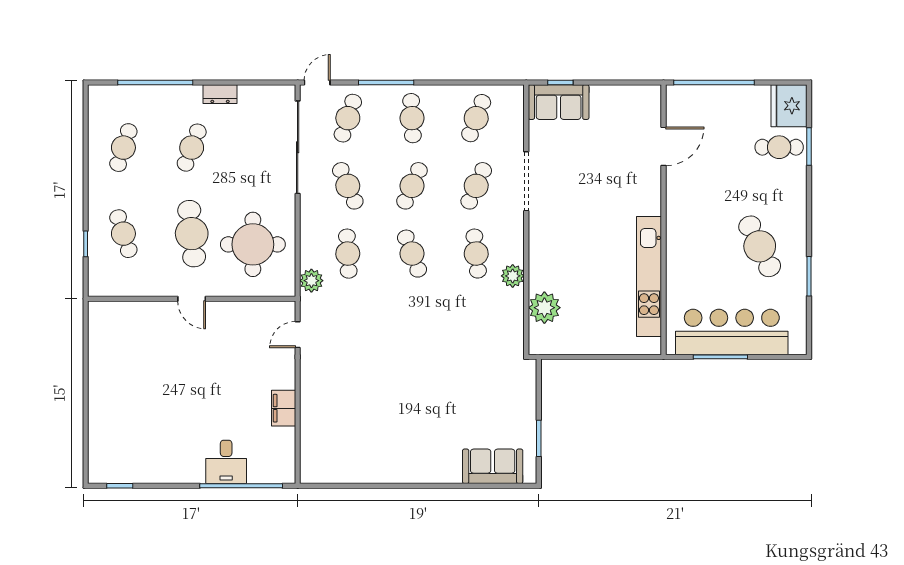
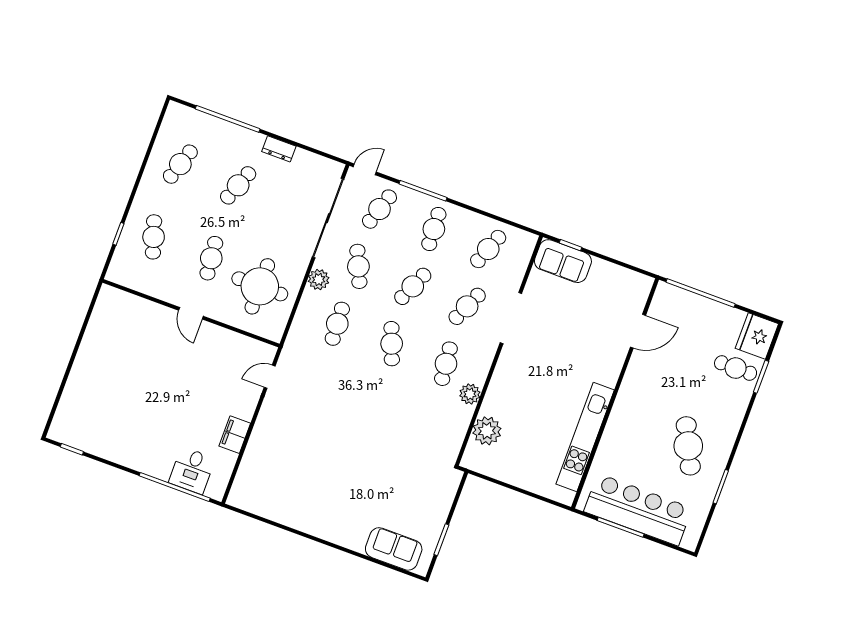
cafe table: (192, 234) -> (211, 258), width x0.73, depth x0.74
plant: (311, 281) -> (319, 280), moved
desk: (226, 462) -> (192, 470), moved

